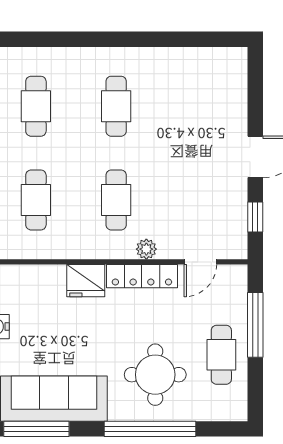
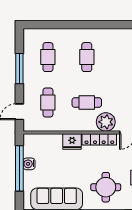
cafe table: (116, 200) -> (87, 103), turned 90
plant: (146, 249) -> (106, 122), width x1.88, depth x1.88

